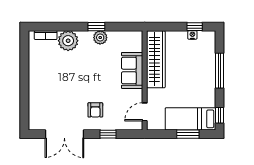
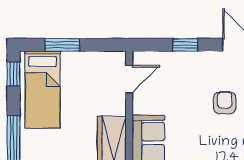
armchair: (95, 110) -> (225, 103), moved
bed: (190, 119) -> (43, 90), moved, turned 90

